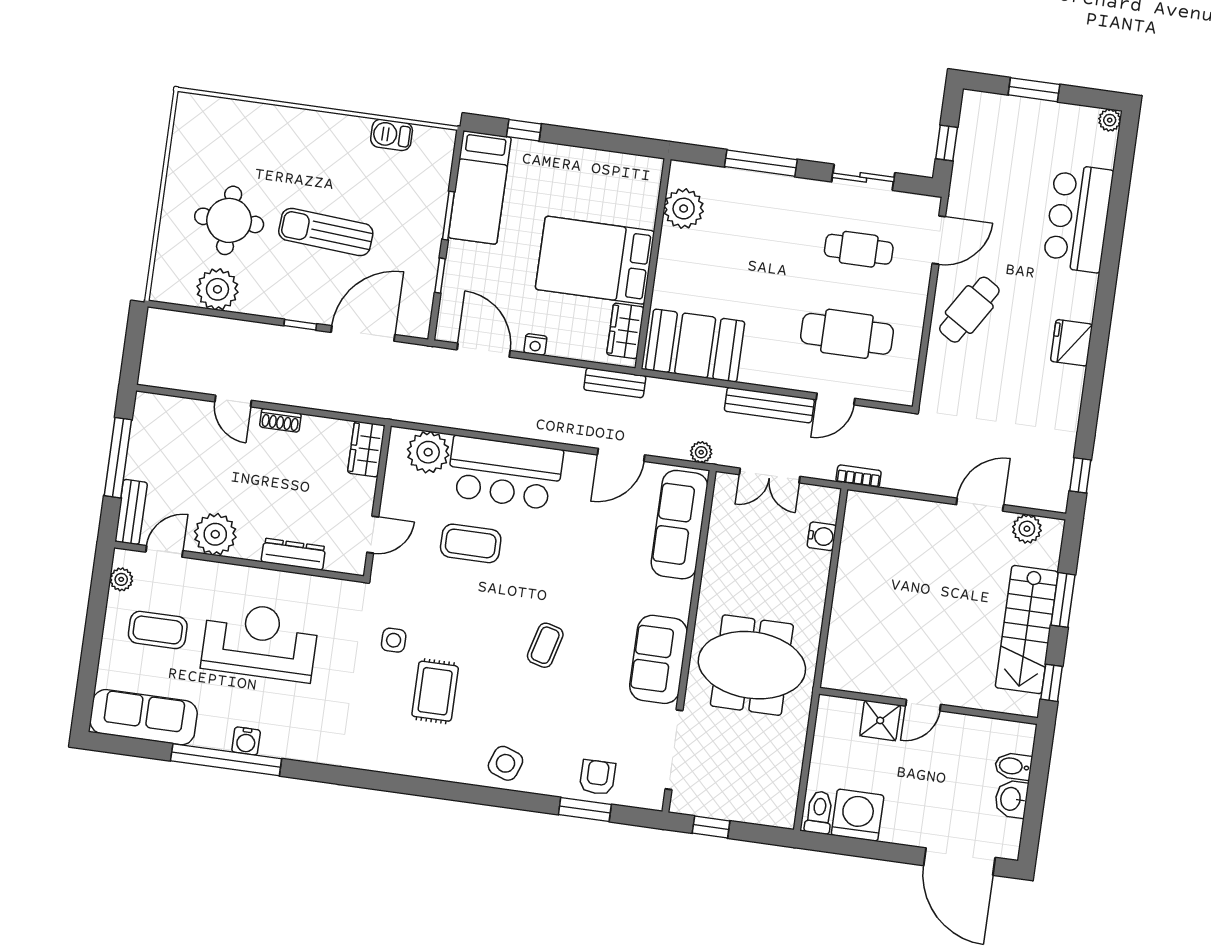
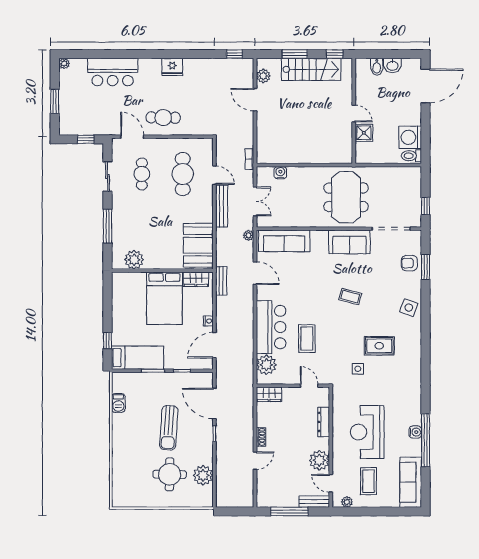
cafe table: (969, 310) -> (163, 118), turned -31

